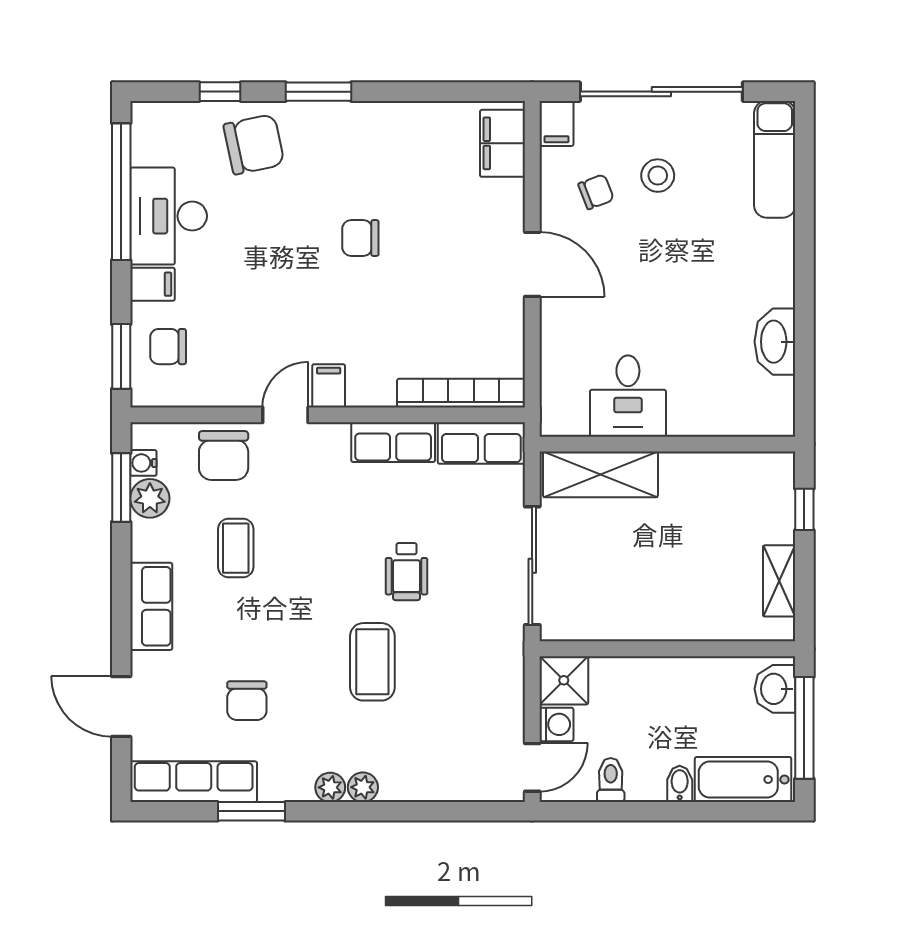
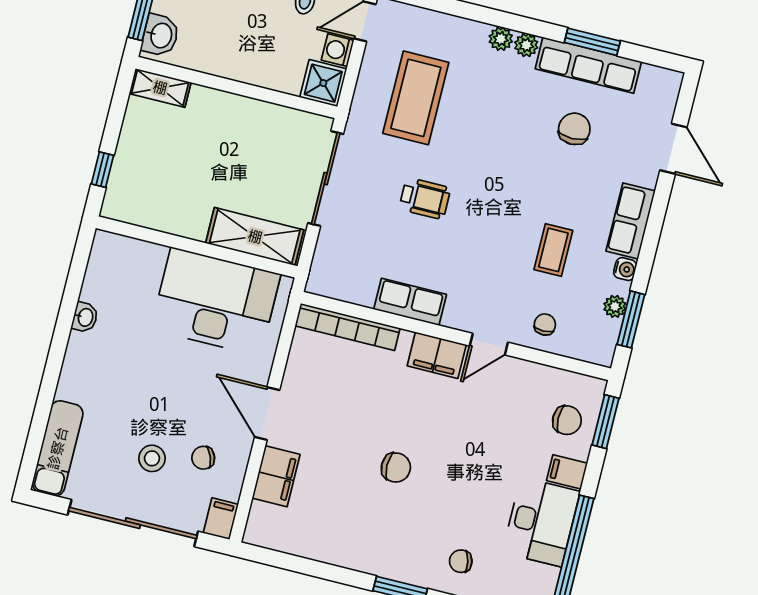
filing cabinet: (502, 143) -> (276, 476), moved
chair: (254, 144) -> (461, 561), width x0.54, depth x0.54
washbasin: (775, 342) -> (85, 317), width x0.52, depth x0.69
filing cabinet: (329, 386) -> (437, 355), width x2.00
desk: (628, 396) -> (216, 302), width x1.87, depth x1.30
row of seats: (481, 443) -> (341, 284), removed
chair: (224, 455) -> (545, 325), width x0.54, depth x0.54
water cooler: (143, 463) -> (625, 269), moved
plant: (150, 498) -> (615, 306), width x0.73, depth x0.73
wheelchair: (407, 572) -> (425, 198), turned 90
shelving: (779, 581) -> (160, 88), moved, turned 90
coffee table: (372, 662) -> (416, 98), moved, width x1.36, depth x1.32
row of seats: (194, 782) -> (588, 65), moved

